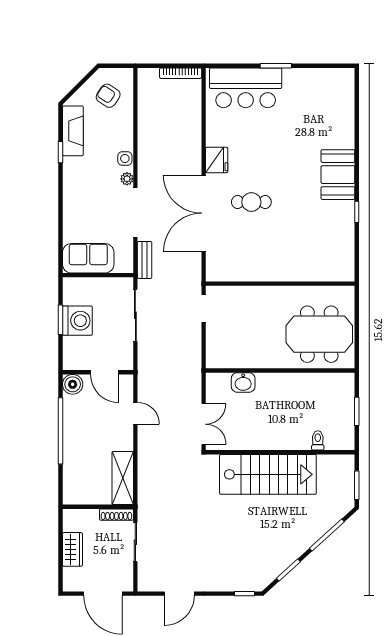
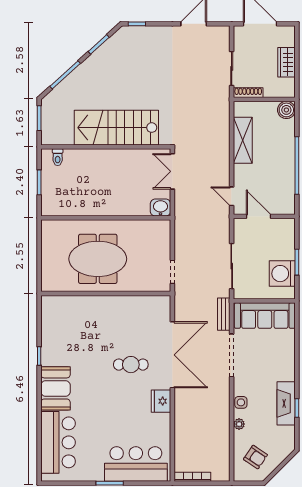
bar counter: (335, 113) -> (58, 442), added
fireplace: (73, 131) -> (286, 403), moved
plant: (127, 179) -> (239, 424), moved
sofa: (88, 258) -> (265, 316), width x1.36
washing machine: (77, 321) -> (282, 274), moved
meeting table: (319, 334) -> (98, 259), moved
washbasin: (243, 382) -> (160, 208), moved
boiler: (73, 384) -> (286, 110), moved
door: (135, 413) -> (232, 196), moved
toilet: (318, 440) -> (58, 157), moved
shelving: (123, 478) -> (243, 140), moved

